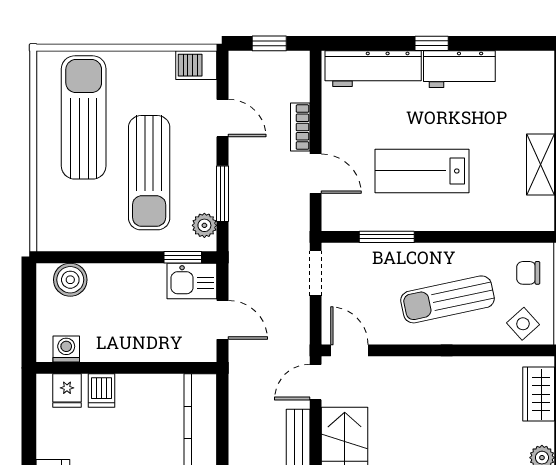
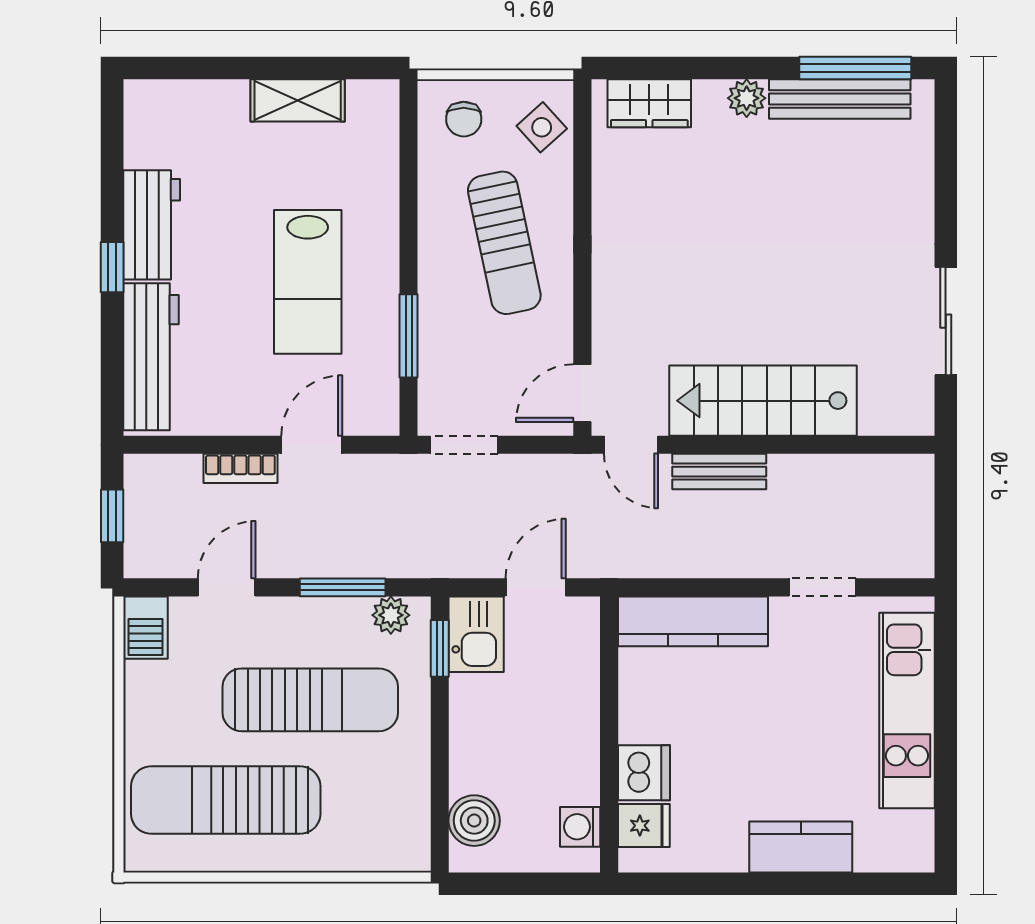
dishwasher: (102, 391) -> (644, 773), width x1.38

